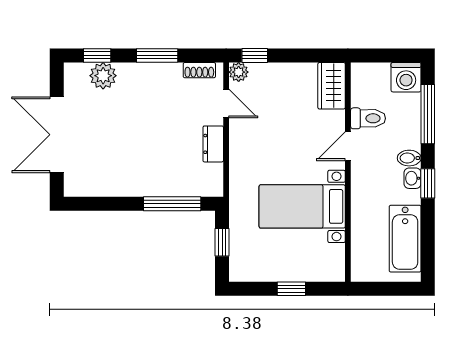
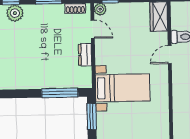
bed with nightstands: (302, 206) -> (123, 88), moved, turned 180
window: (222, 242) -> (92, 116), width x1.50

